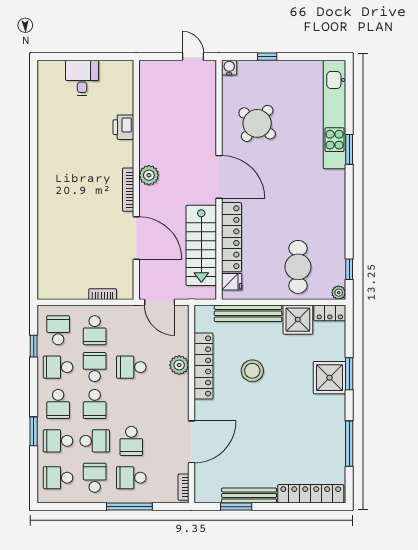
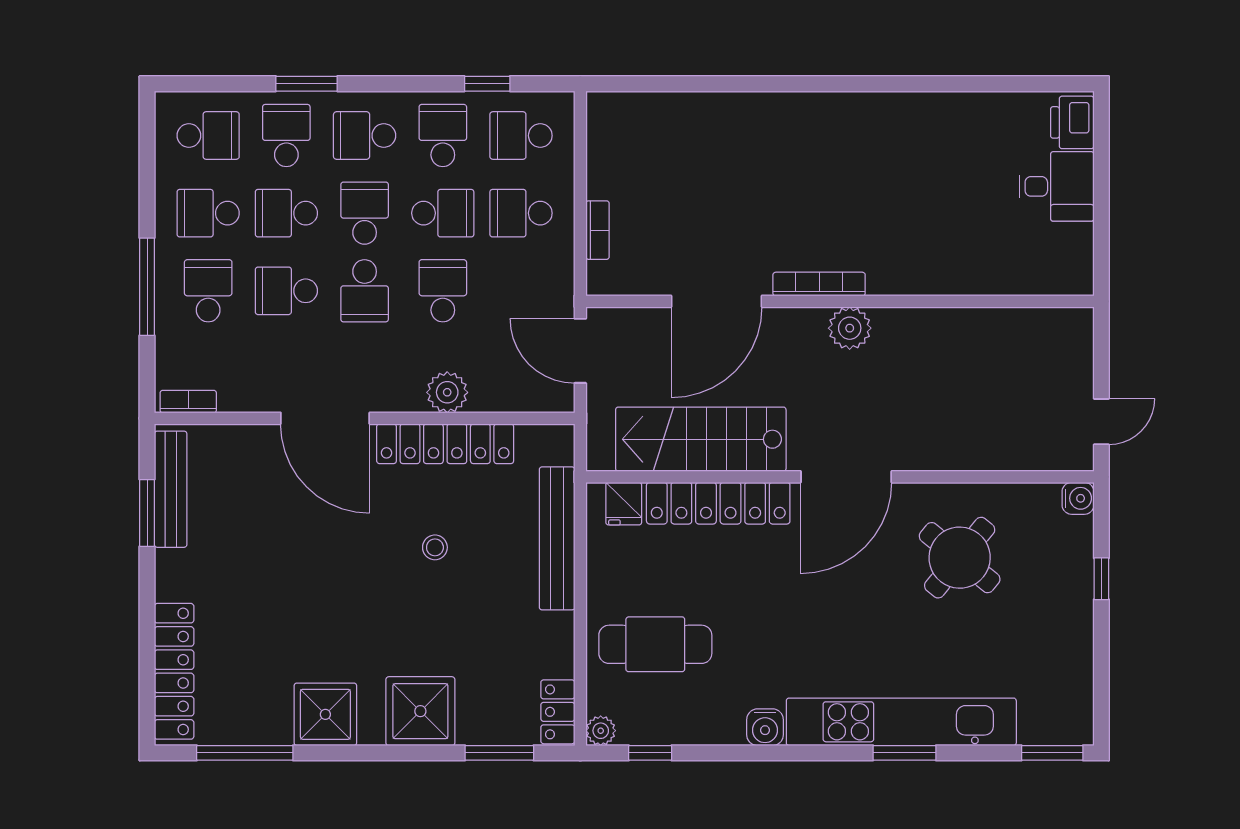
window: (349, 80) -> (1052, 753), added
kitchen unit: (335, 115) -> (901, 722), moved
printer: (123, 127) -> (1072, 122), moved, turned -90
water cooler: (337, 215) -> (765, 727), added
door: (160, 302) -> (580, 351), hinge flipped
shower: (298, 320) -> (325, 714), moved
school desk: (58, 330) -> (521, 136), turned 180
stool: (252, 371) -> (435, 547), width x0.53, depth x0.53
window: (349, 374) -> (499, 753), moved
school desk: (95, 404) -> (365, 213), turned 90
school desk: (131, 404) -> (365, 291), added
school desk: (95, 441) -> (286, 213), turned 90
door: (191, 442) -> (325, 418), moved
window: (349, 444) -> (245, 753), moved
school desk: (58, 478) -> (208, 136), turned 90
school desk: (95, 478) -> (208, 213), turned 180
bench: (249, 495) -> (171, 489), moved

